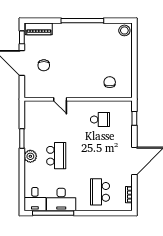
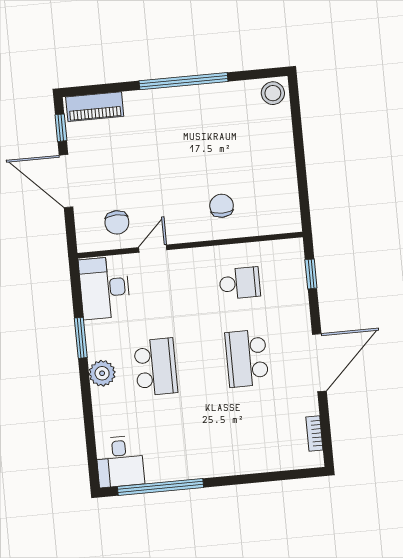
chair: (44, 65) -> (117, 222), moved
chair: (110, 82) -> (222, 206), moved
door: (60, 99) -> (153, 249), swing flipped
school desk: (100, 192) -> (247, 358), moved
desk: (61, 200) -> (105, 288), moved, turned 90

